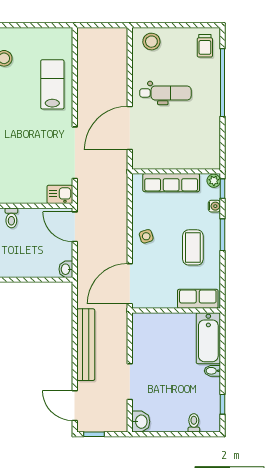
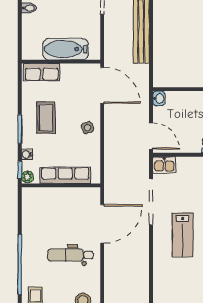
lab bench: (52, 84) -> (183, 235), moved
door: (130, 284) -> (102, 85), hinge flipped
bathtub: (208, 338) -> (66, 49), moved, turned -90

